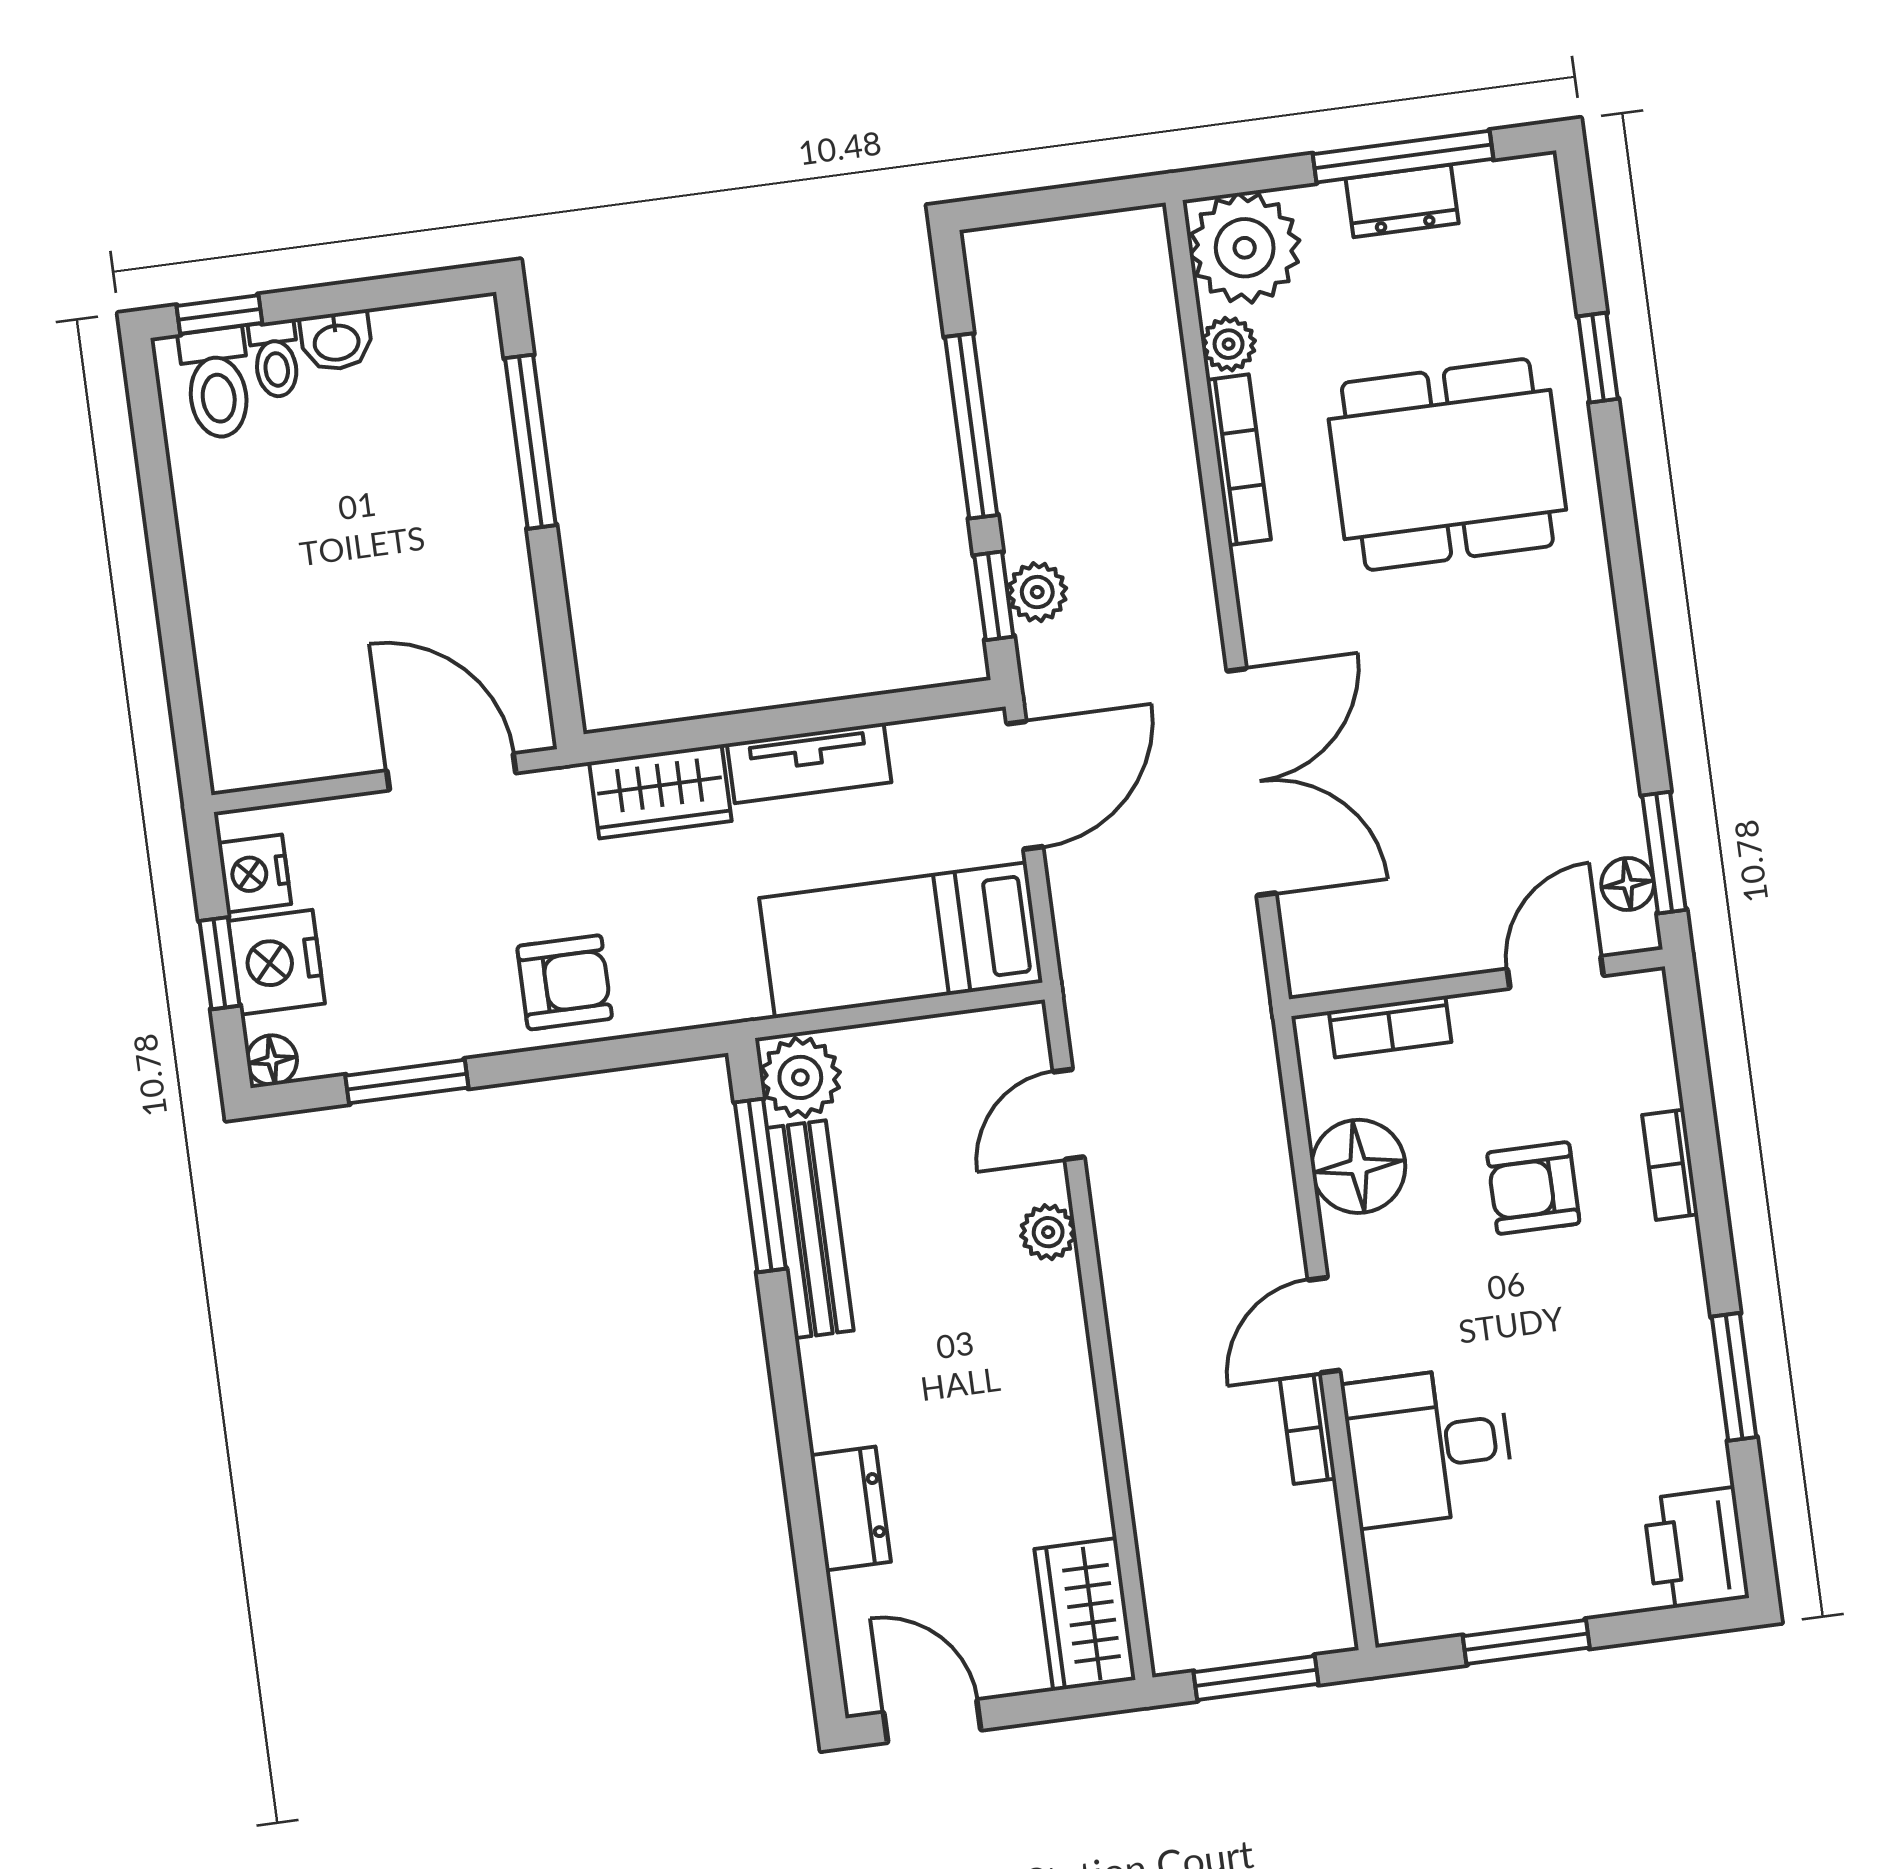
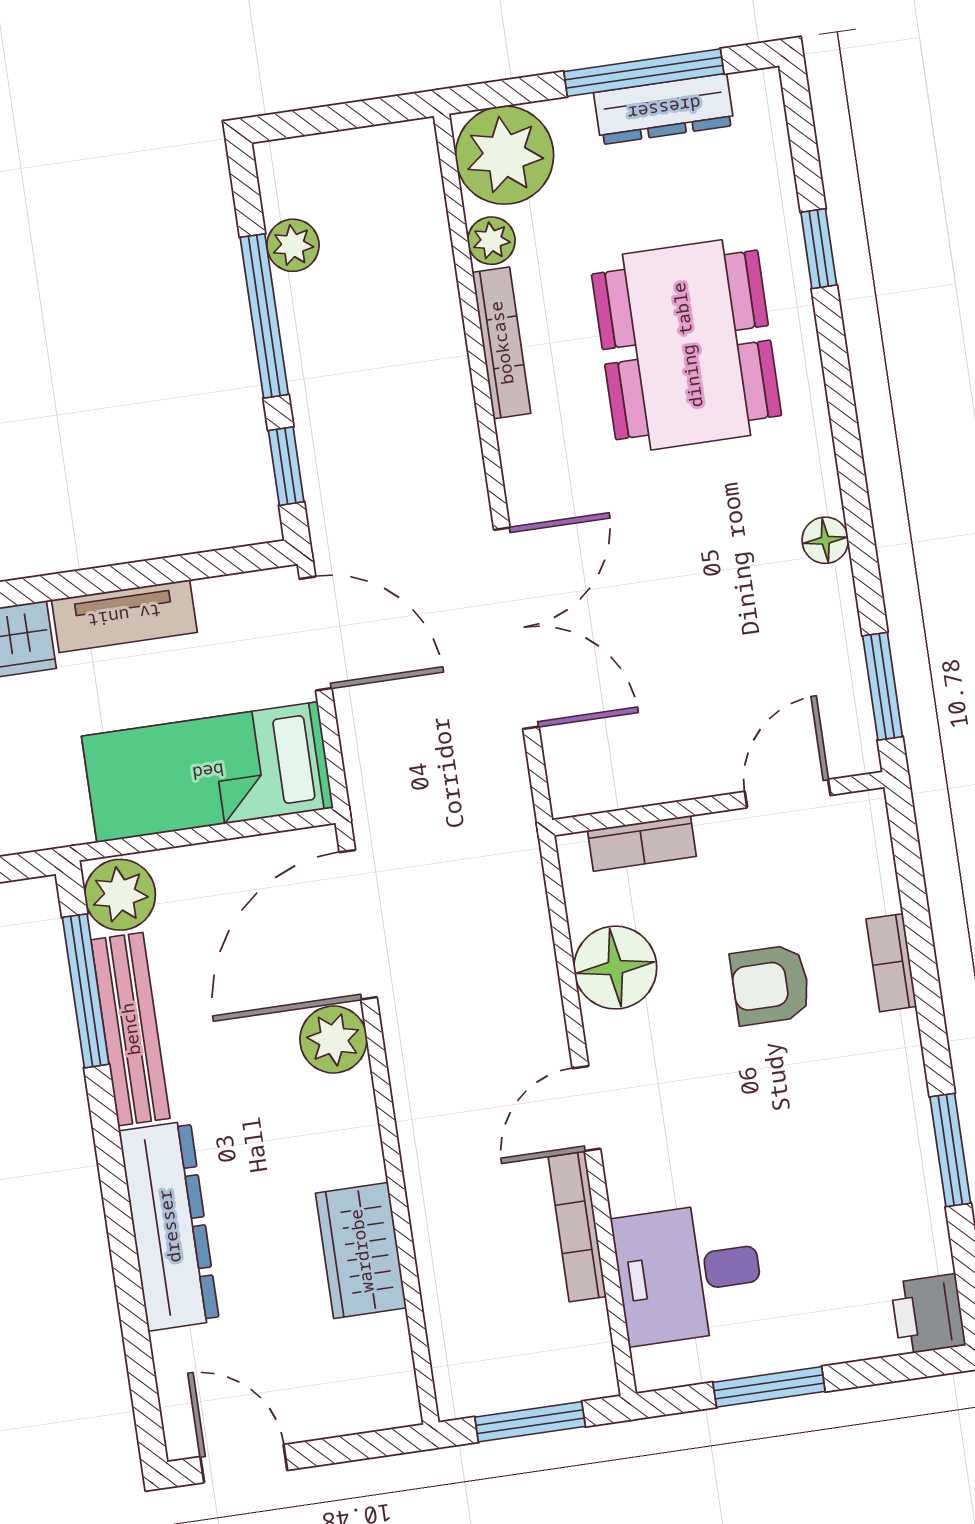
dresser: (1402, 201) -> (664, 109), width x1.44
dining table: (1447, 464) -> (687, 345), turned 90
plant: (1037, 592) -> (293, 245), moved
door: (1025, 785) -> (316, 634), hinge flipped
floor lamp: (1628, 884) -> (825, 540), moved
door: (1069, 1114) -> (358, 925), width x1.87
plant: (1048, 1232) -> (333, 1039), width x1.38, depth x1.38
bookcase: (1308, 1429) -> (577, 1227), width x1.56
desk: (1428, 1446) -> (689, 1273), moved
dresser: (851, 1508) -> (169, 1226), width x1.96, depth x1.24
printer: (1696, 1548) -> (928, 1314), width x0.73, depth x0.81
wardrobe: (1085, 1614) -> (361, 1251), moved

